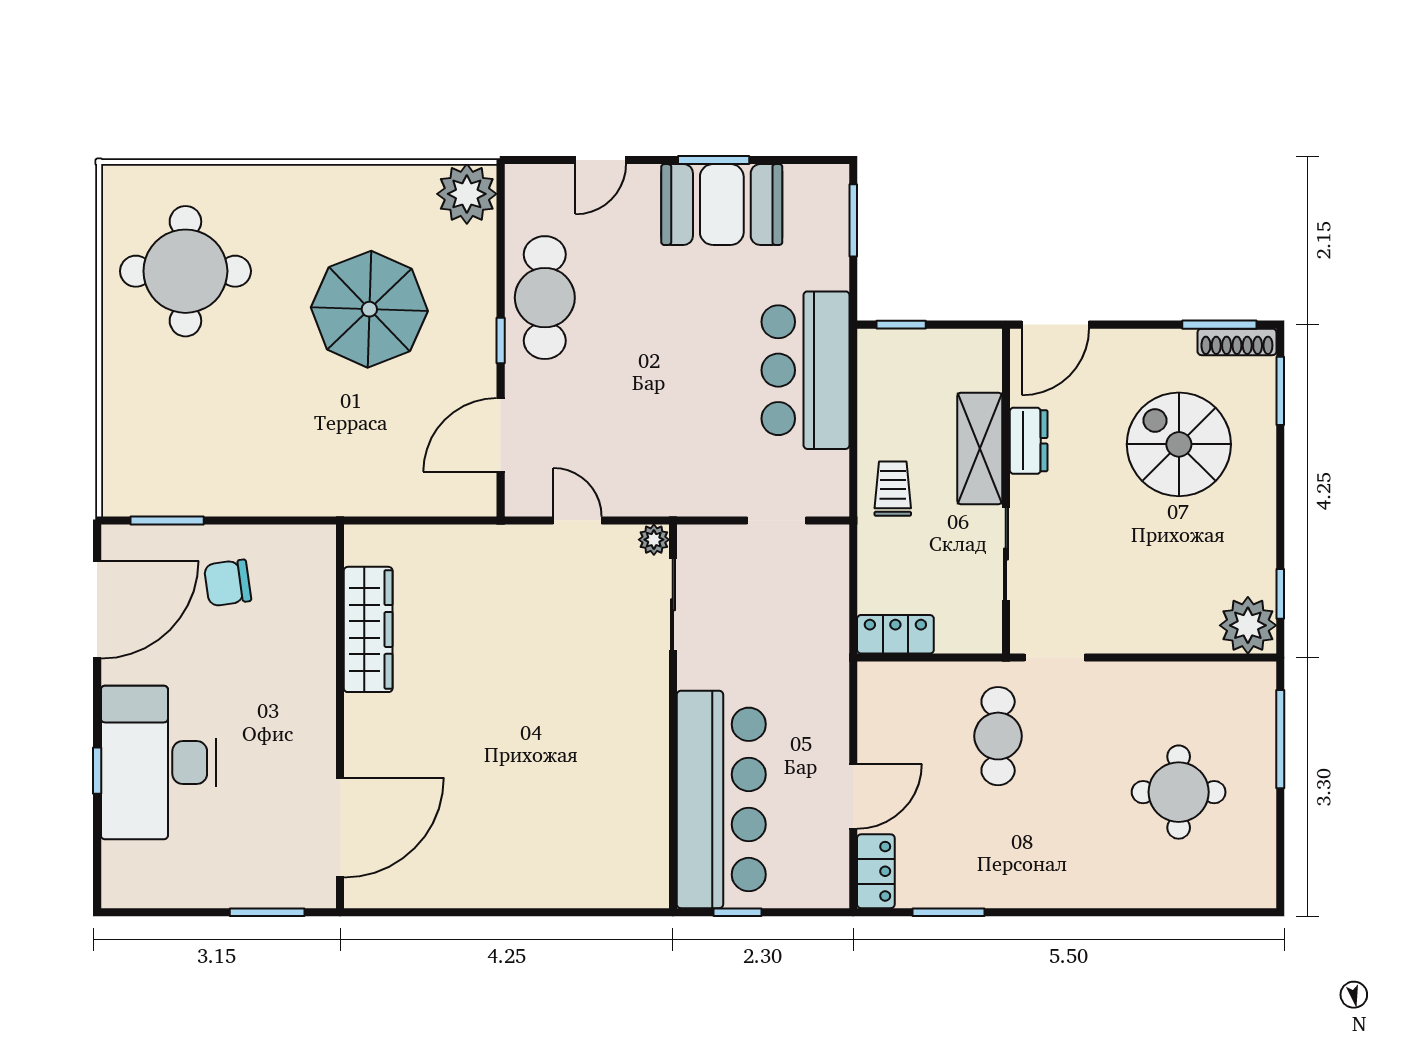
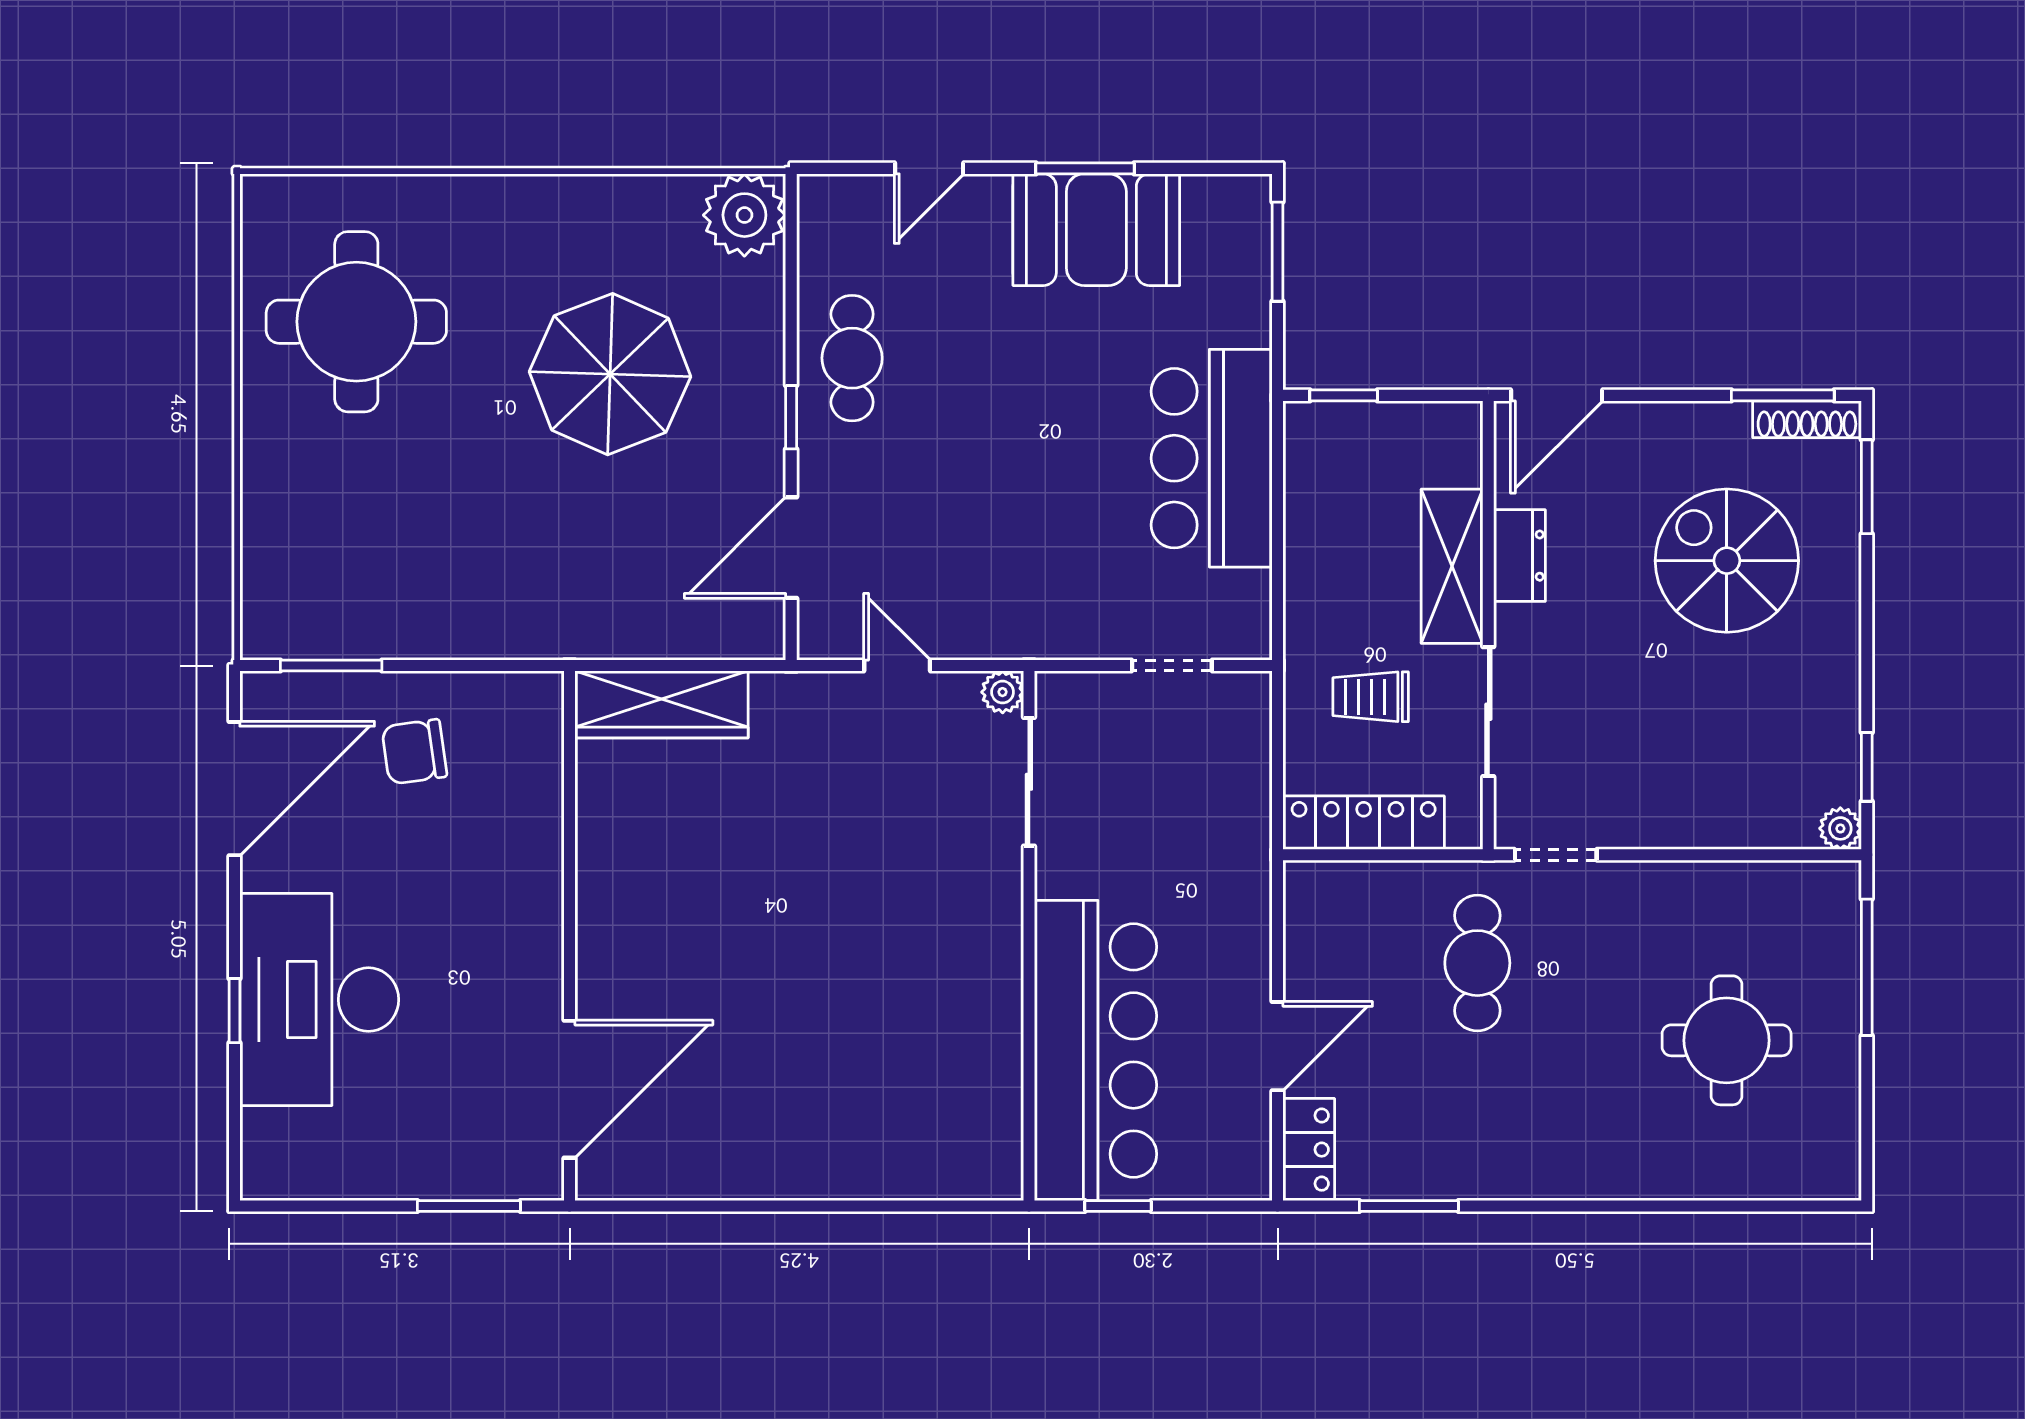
cafe table: (545, 298) -> (852, 358), width x0.73, depth x0.74
trolley: (893, 489) -> (1371, 697), moved, turned -90
plant: (1248, 625) -> (1840, 828), width x0.53, depth x0.53
wardrobe: (368, 629) -> (661, 704), moved, turned 90
locker: (895, 634) -> (1364, 823), width x1.53

